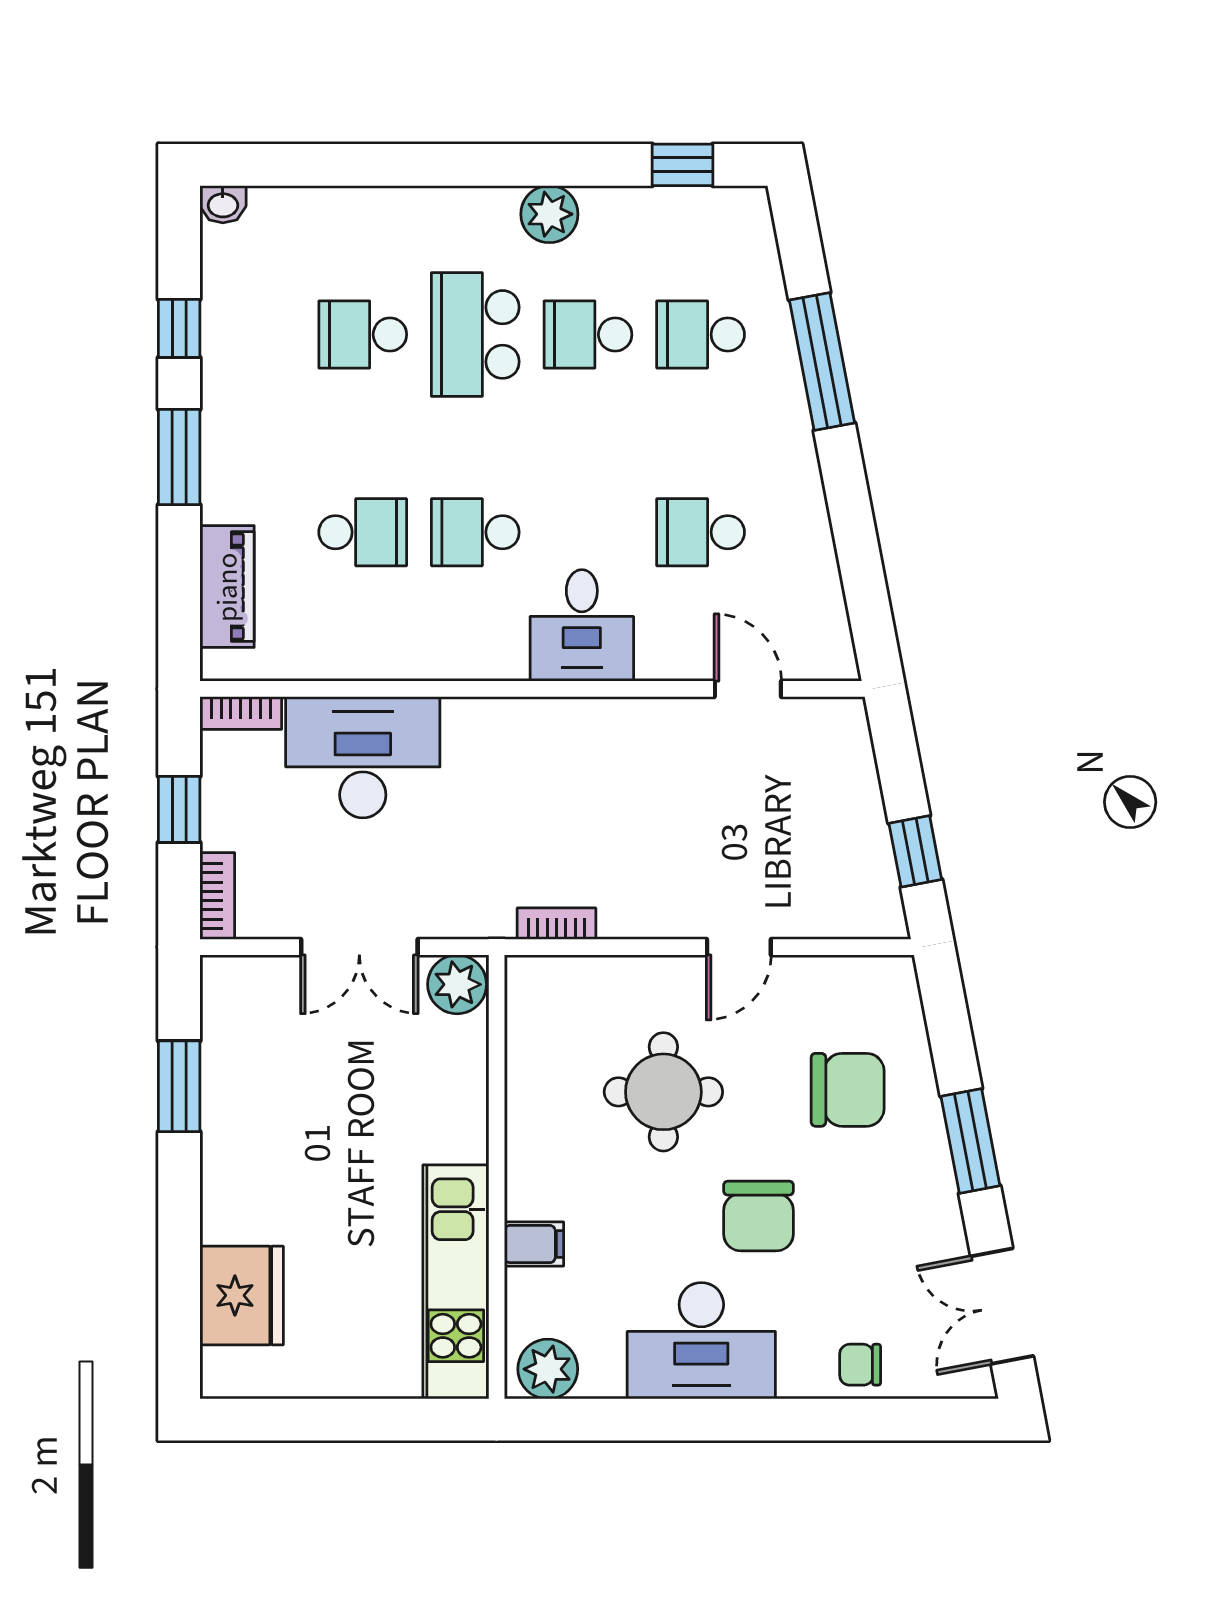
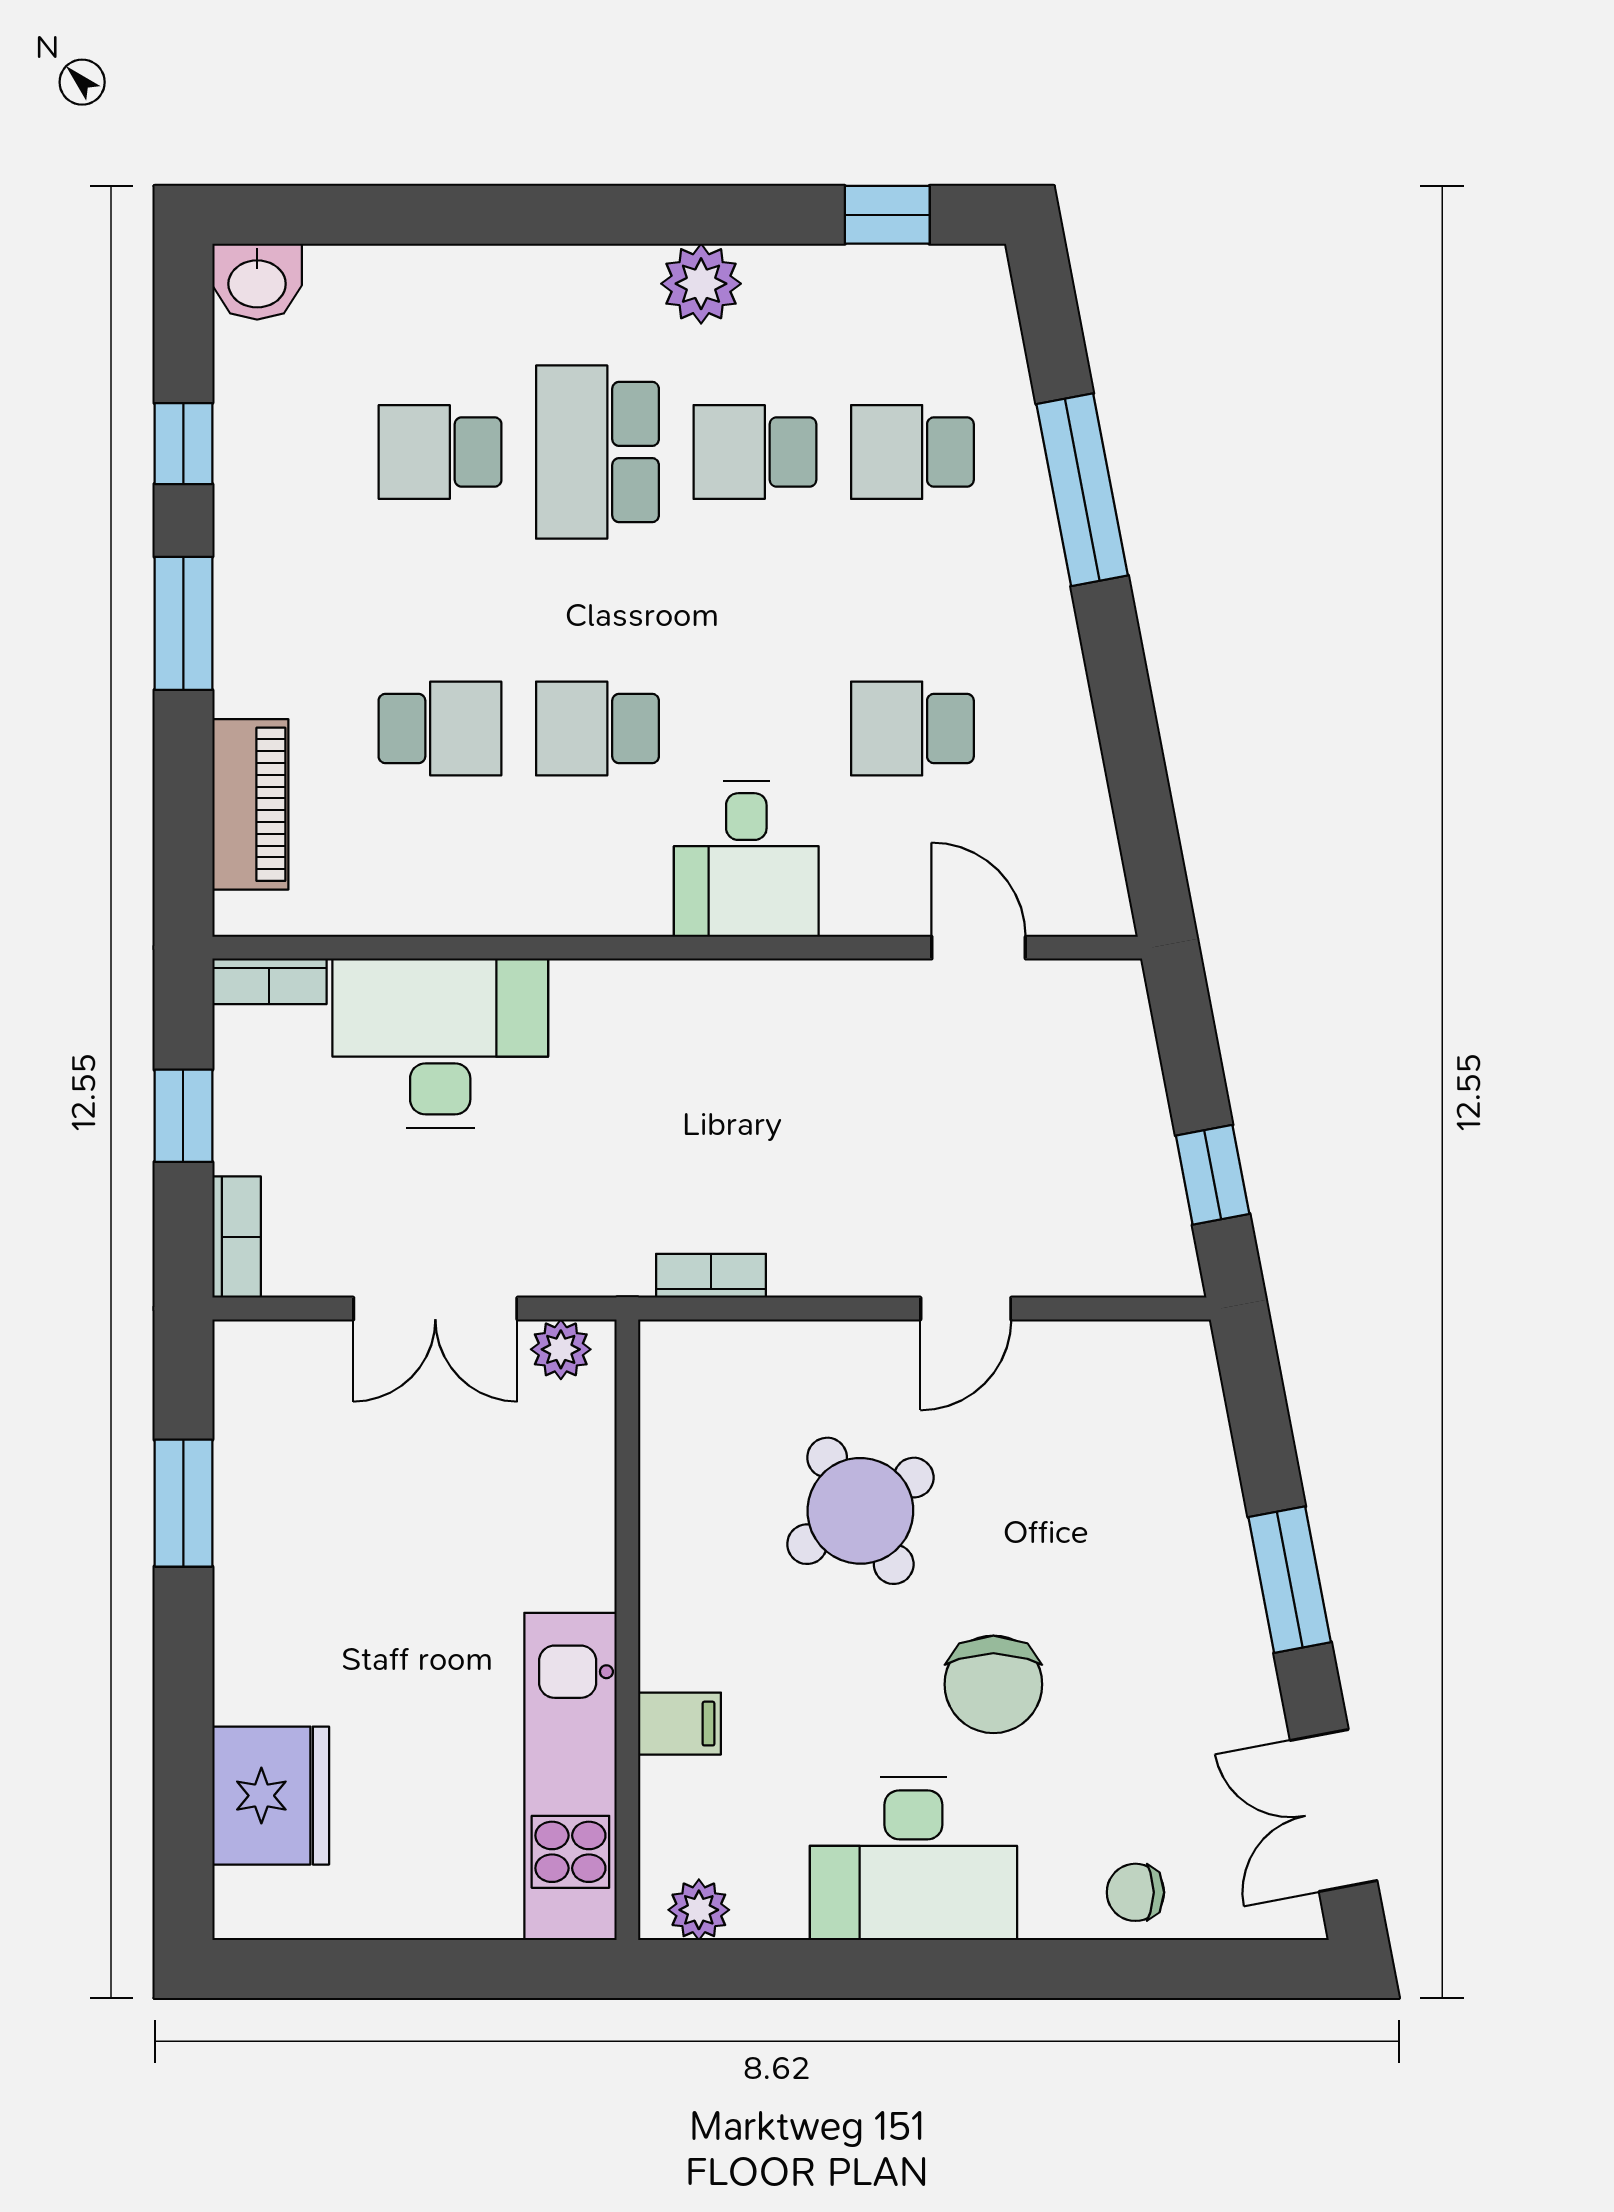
washbasin: (223, 204) -> (257, 282), width x1.38, depth x1.45
plant: (457, 984) -> (561, 1349), width x0.73, depth x0.73
chair: (848, 1090) -> (1118, 1508), removed
round table: (663, 1092) -> (860, 1511), turned -32
plant: (548, 1369) -> (699, 1910), width x0.73, depth x0.73

